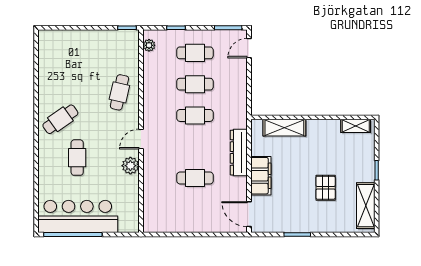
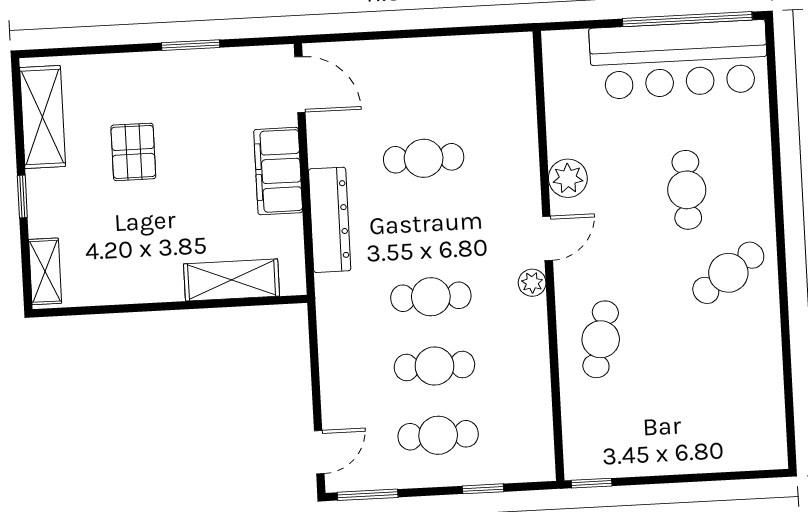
plant: (149, 45) -> (532, 283), moved
shelving: (356, 126) -> (45, 271), moved, turned 90

